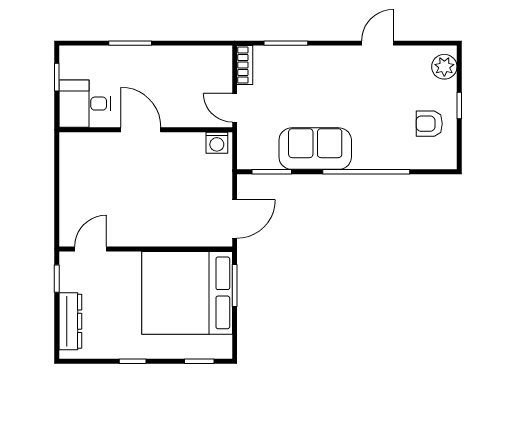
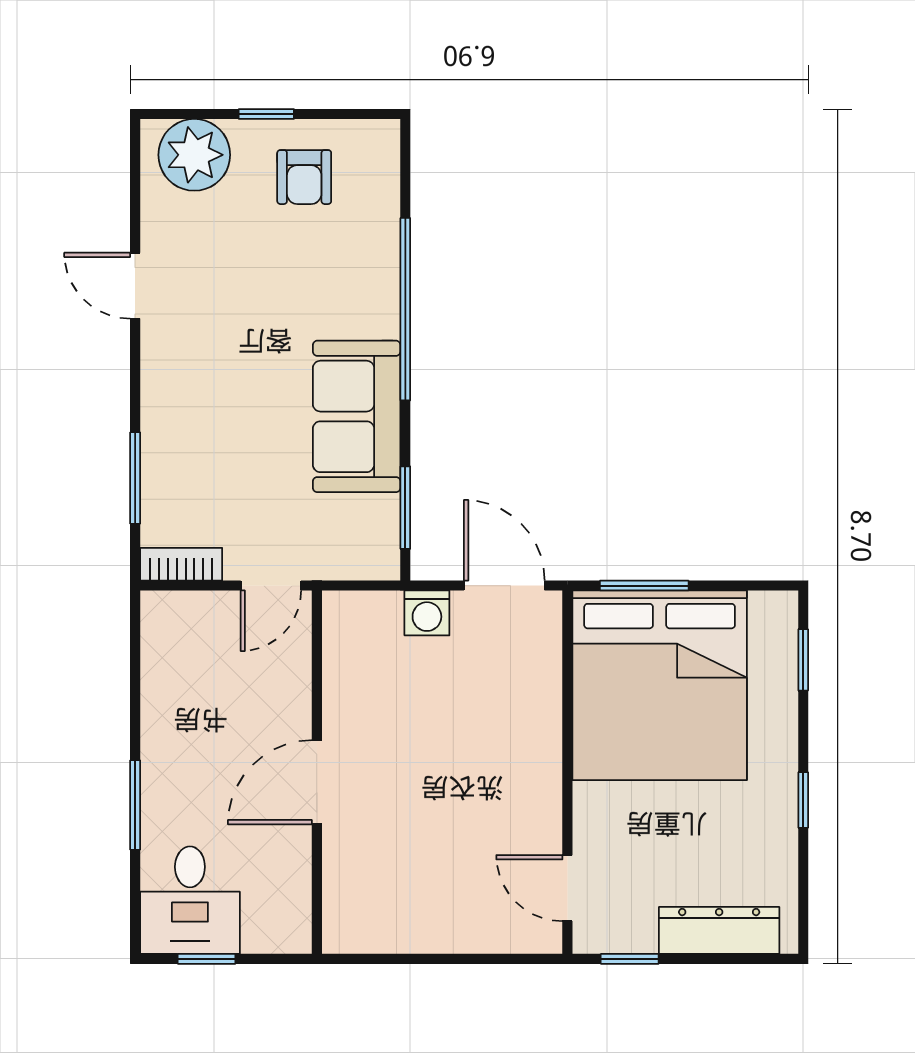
plant: (444, 67) -> (194, 155), width x1.36, depth x1.36
desk: (85, 104) -> (190, 900), moved
washing machine: (217, 143) -> (427, 613), moved, turned 90

